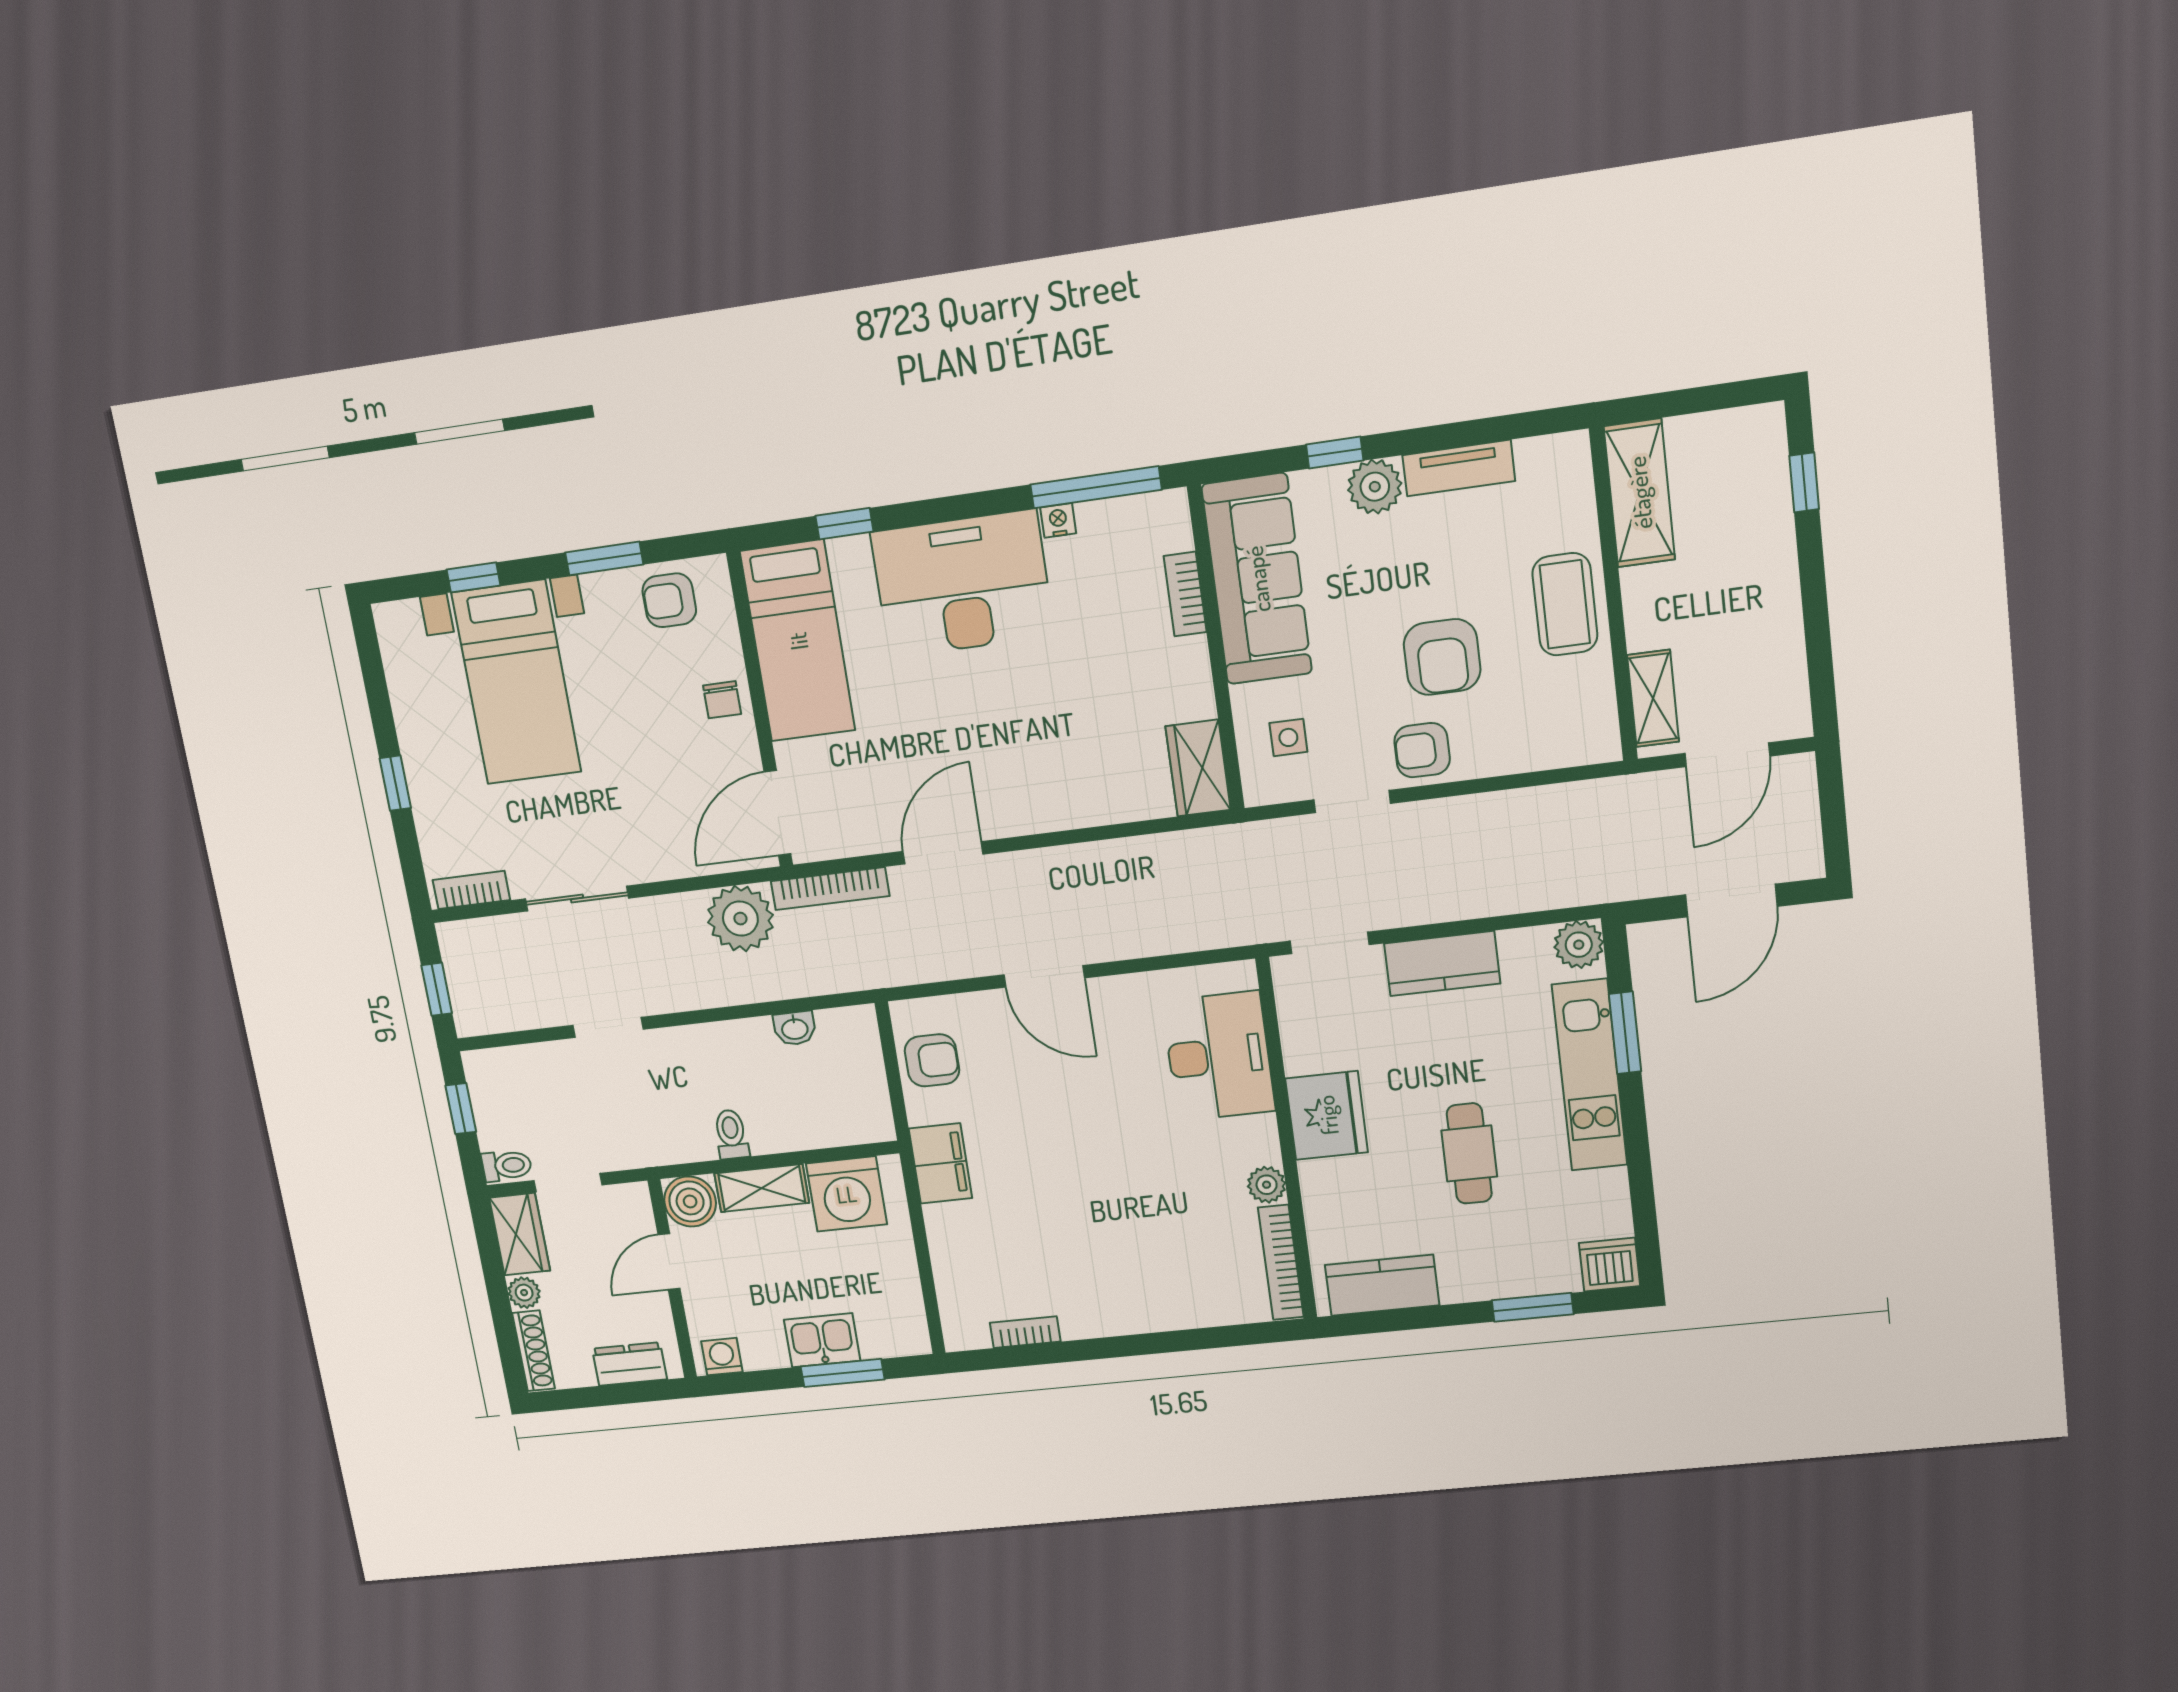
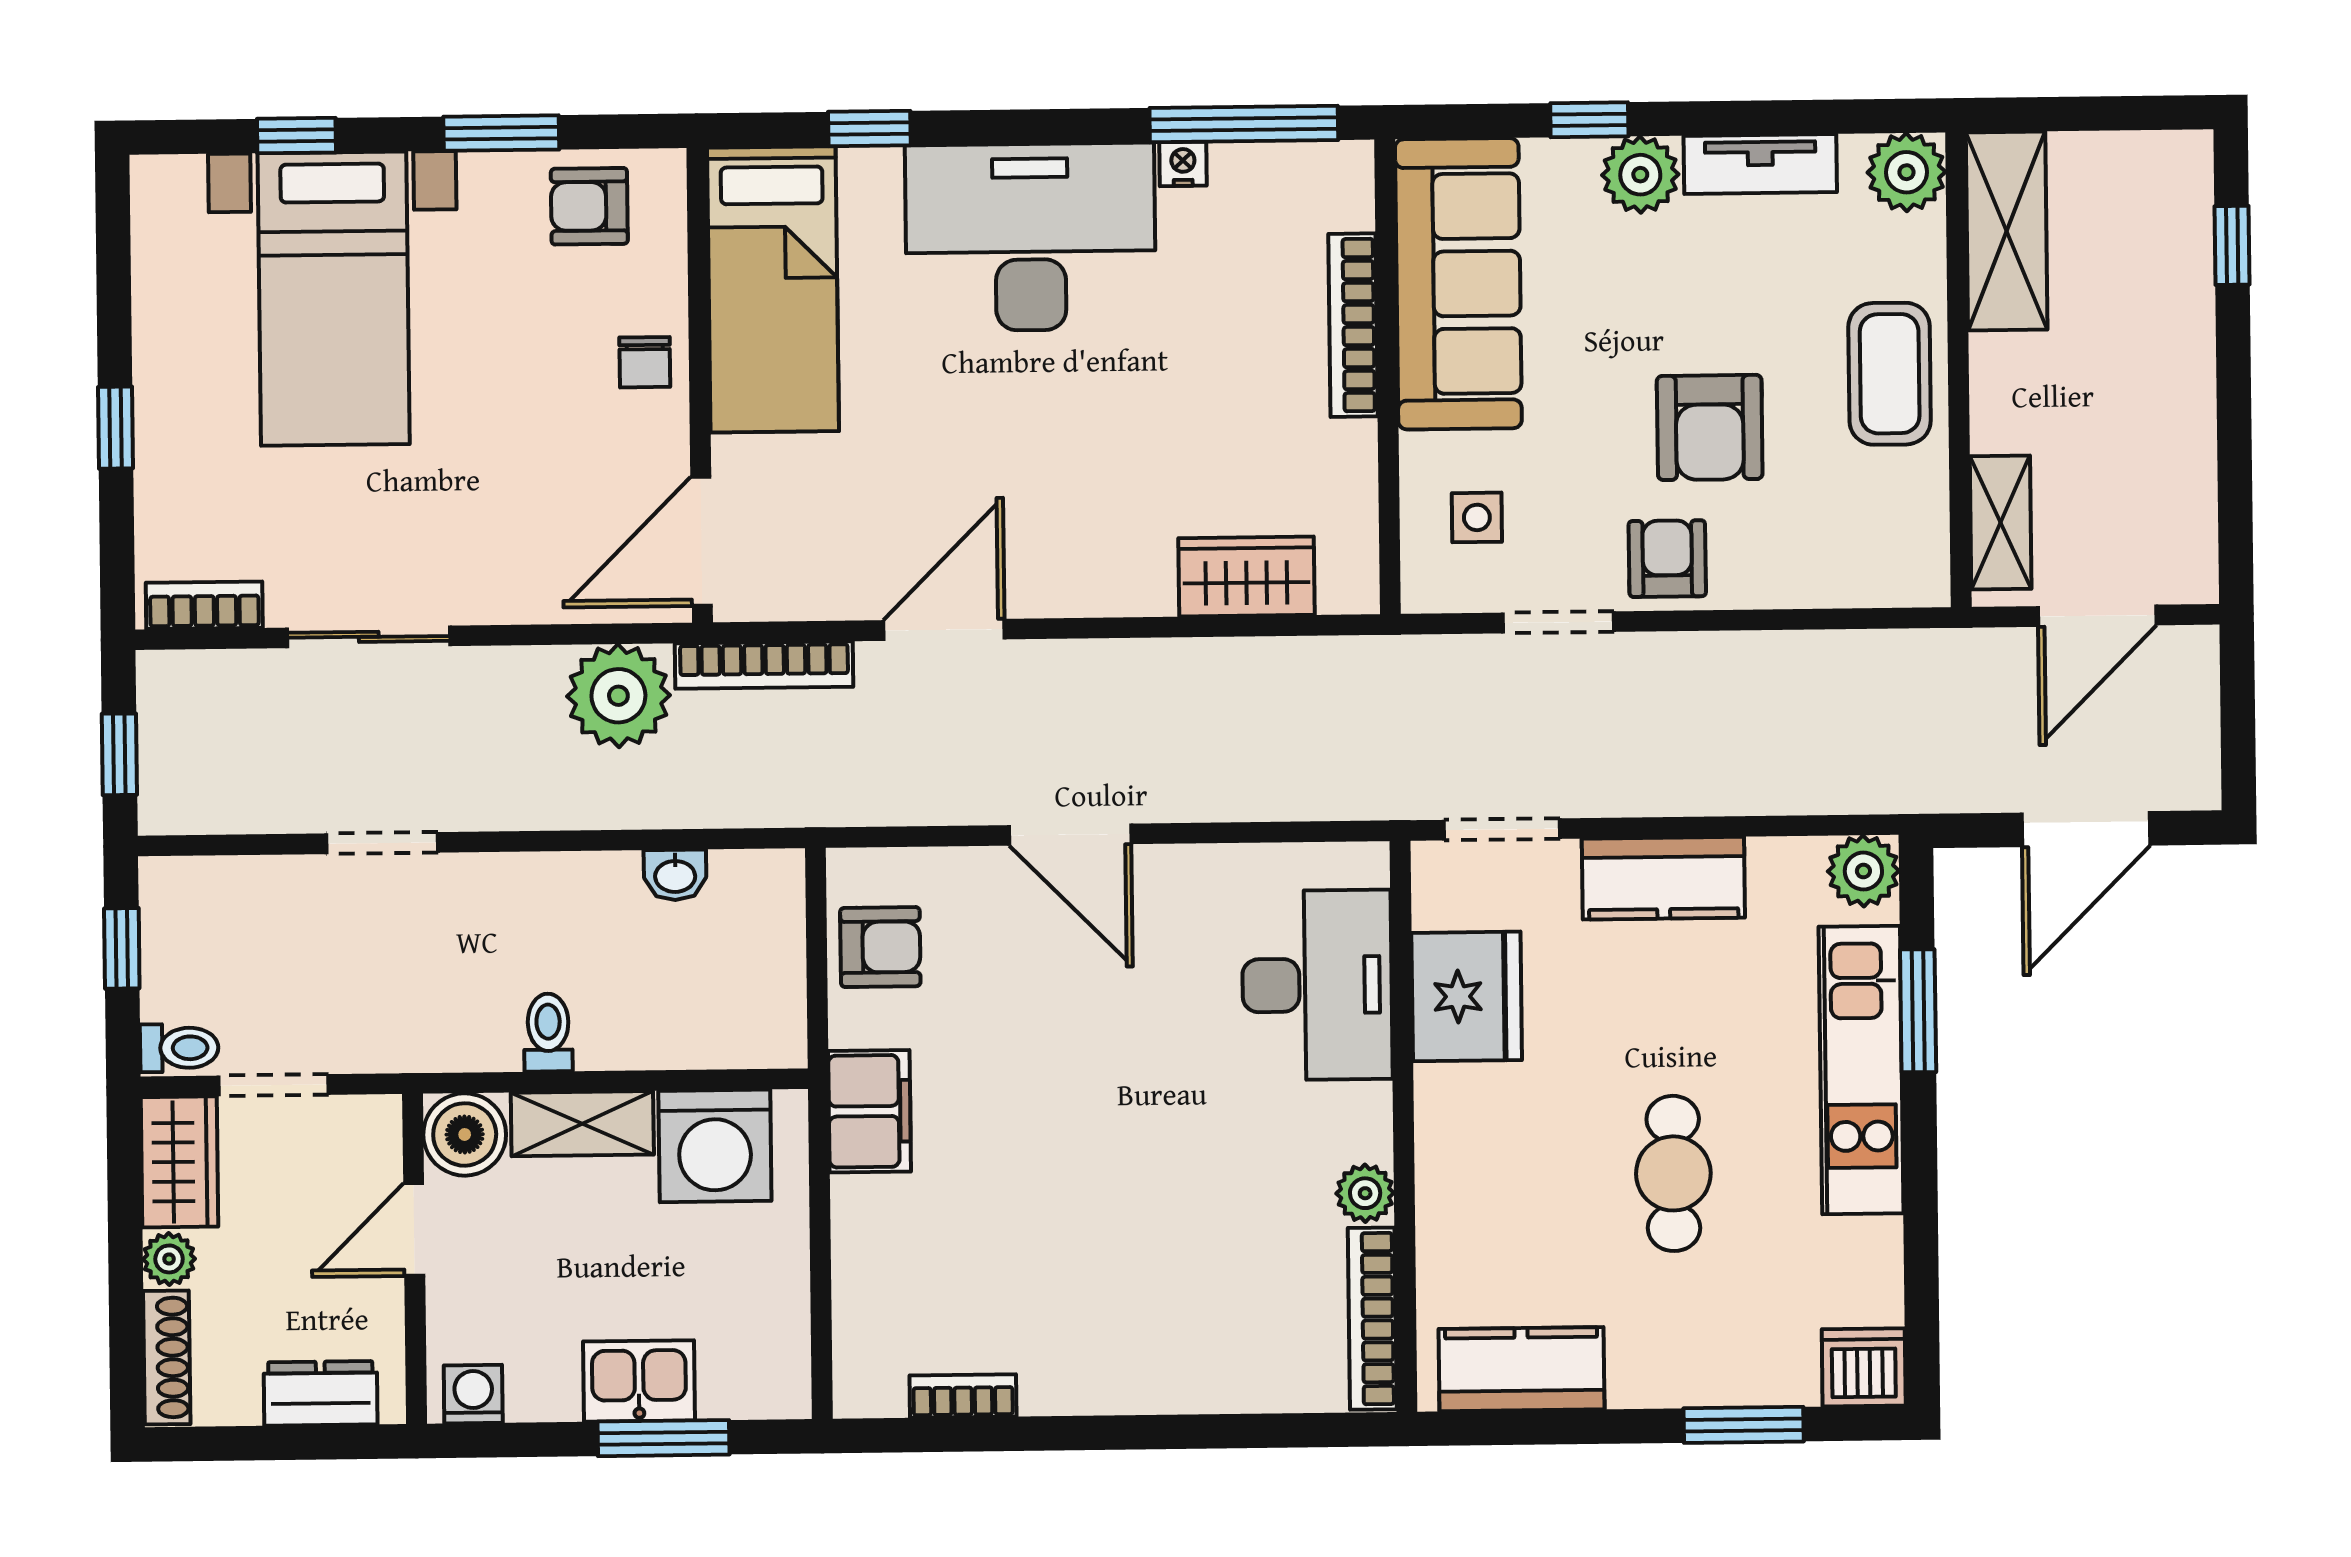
plant: (1564, 460) -> (1906, 172), added
bookcase: (1185, 594) -> (1353, 325), width x1.56
armchair: (1422, 750) -> (1667, 559), turned 90
wardrobe: (1198, 768) -> (1246, 577), moved, turned 90
fridge: (1327, 1115) -> (1467, 996), moved

